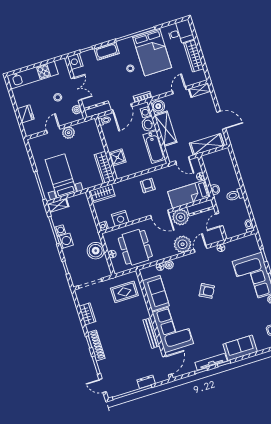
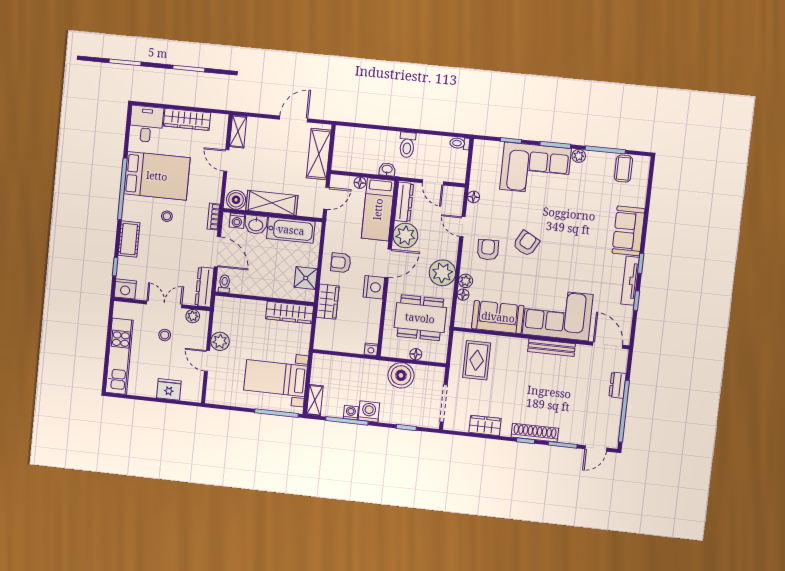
shower: (117, 157) -> (306, 278), moved
wardrobe: (103, 193) -> (328, 302), moved
nightstand: (120, 218) -> (374, 287), moved
plant: (183, 244) -> (442, 273), moved
armchair: (193, 270) -> (488, 250), added

